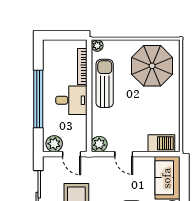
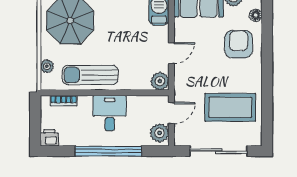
plant: (97, 46) -> (47, 66), moved
printer: (50, 48) -> (49, 138), added
bookcase: (82, 67) -> (64, 101), width x0.64

